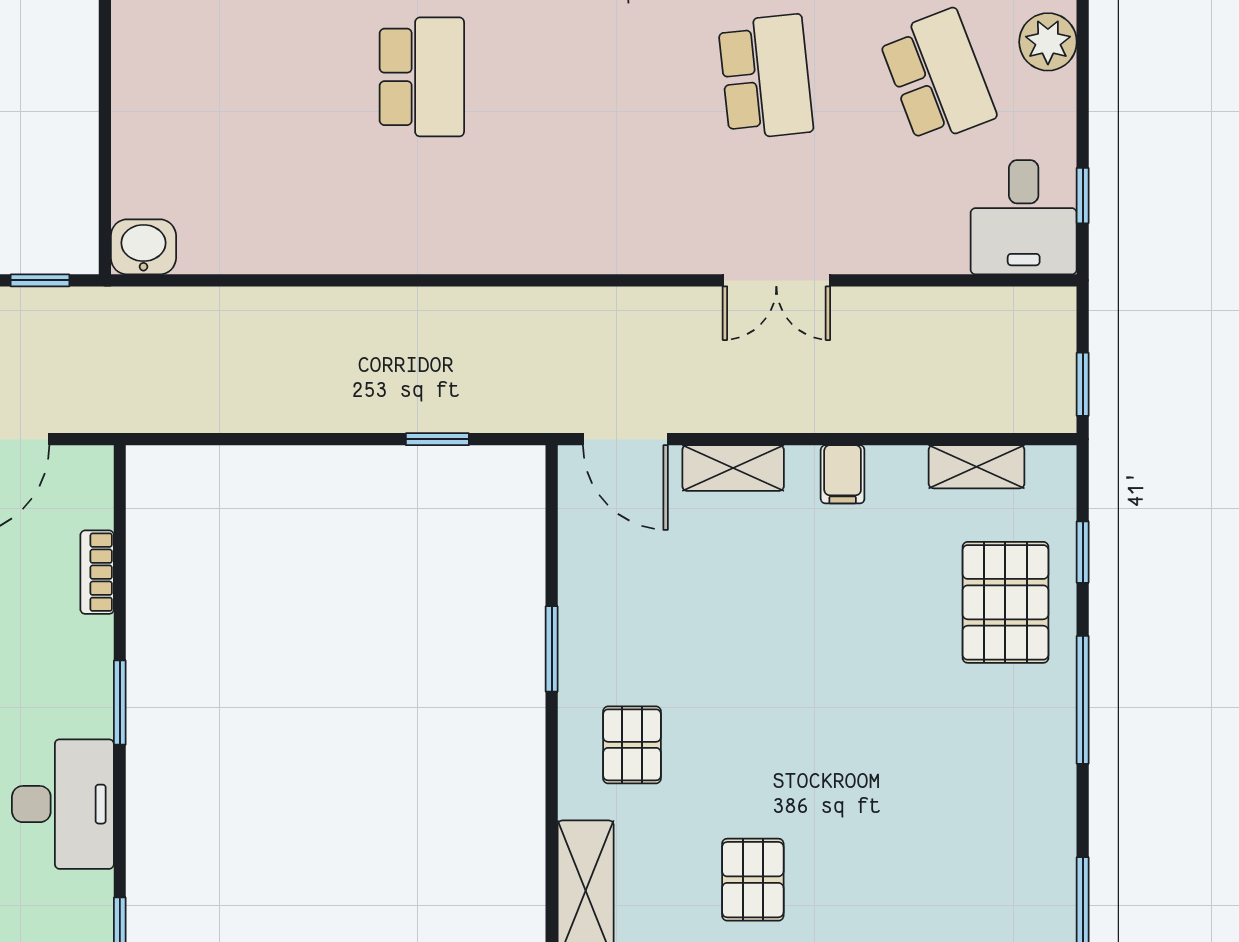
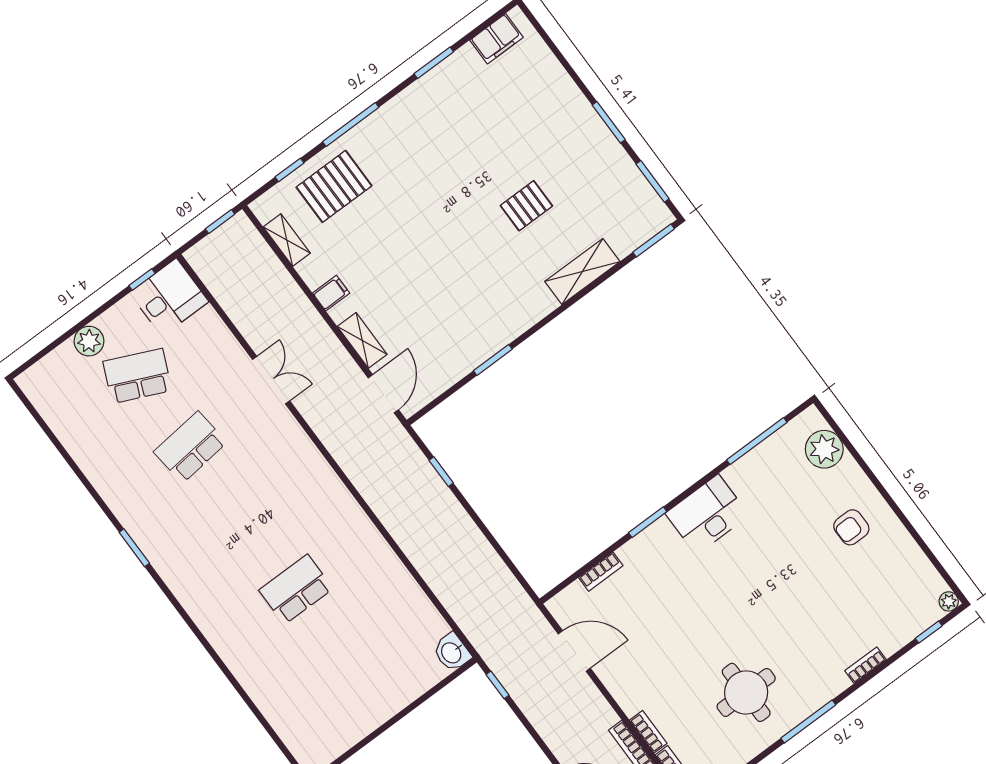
school desk: (938, 77) -> (137, 376), turned 45
pallet: (632, 745) -> (508, 297), removed

